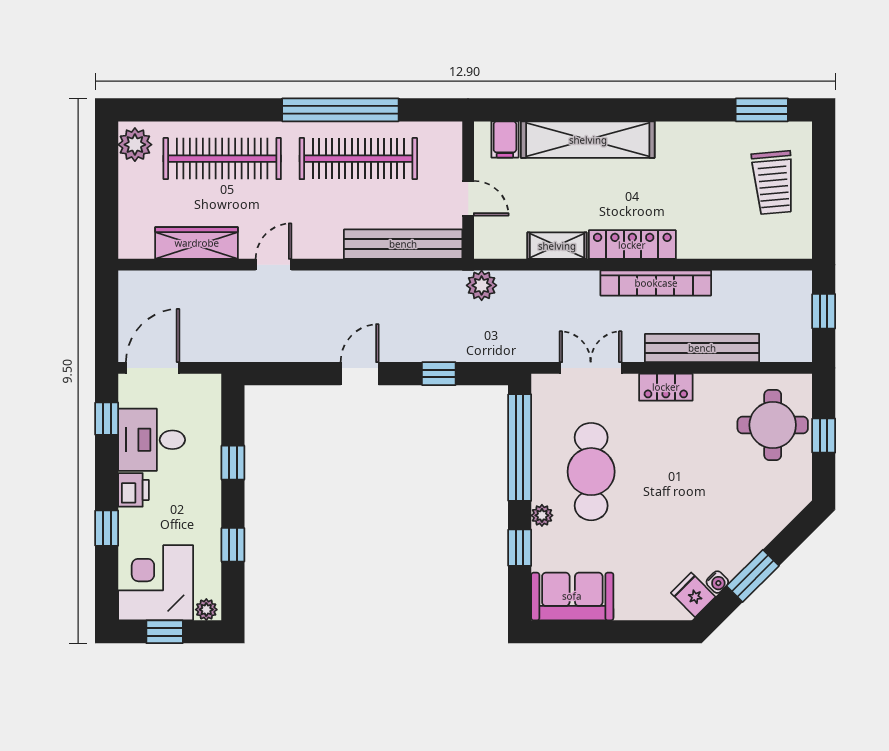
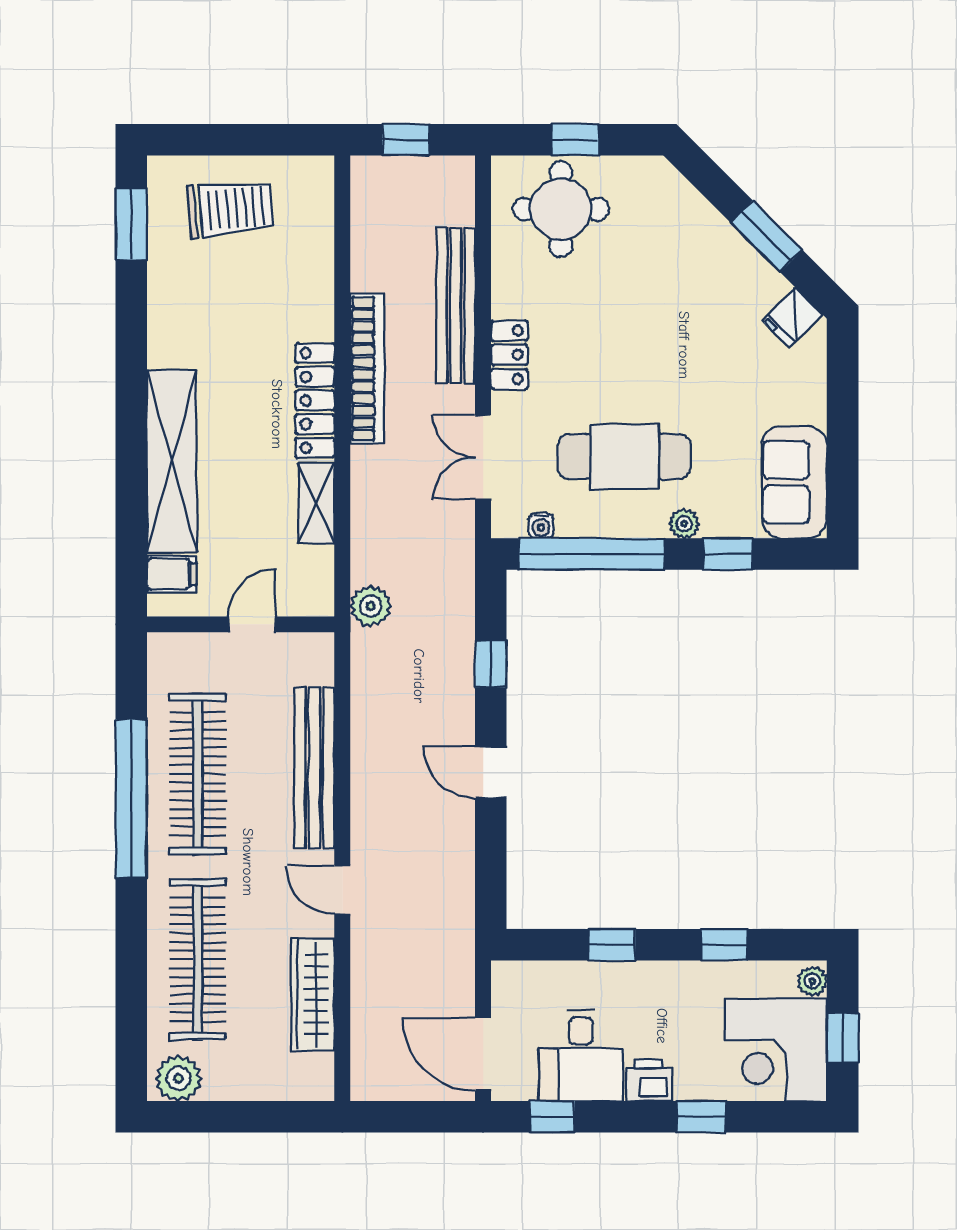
bench: (403, 244) -> (314, 768), moved
water cooler: (717, 582) -> (541, 526), moved, turned 135

